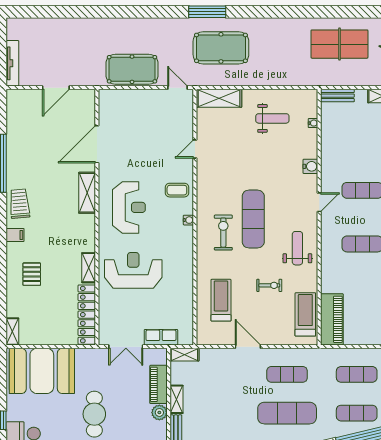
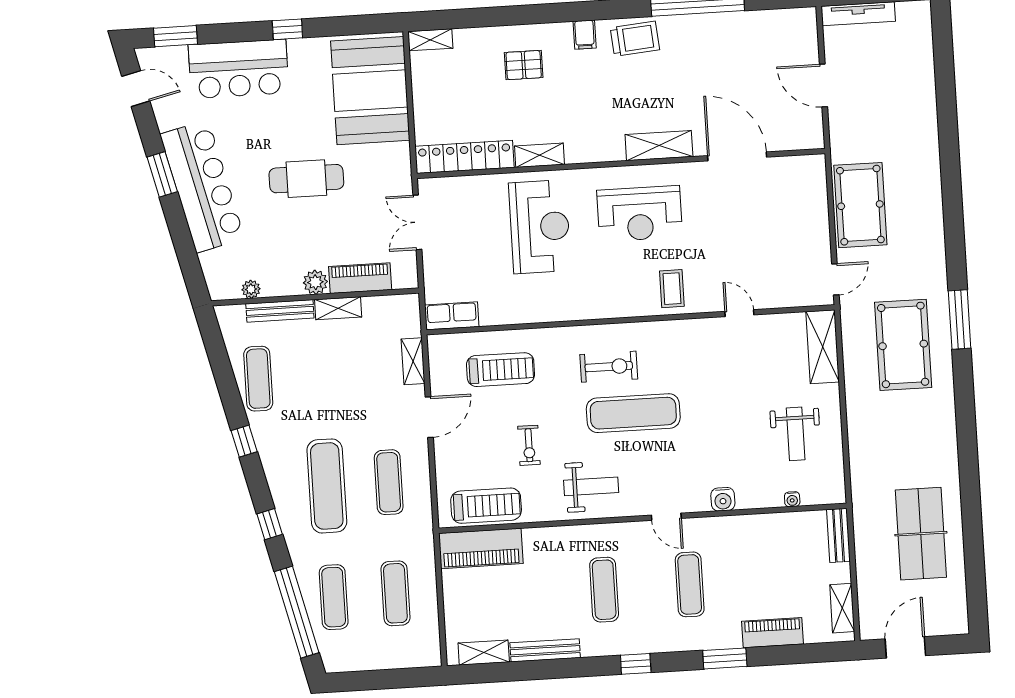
water cooler: (188, 220) -> (625, 310), removed
row of seats: (161, 337) -> (452, 316), moved, turned -90
shelving: (184, 355) -> (413, 361), moved

